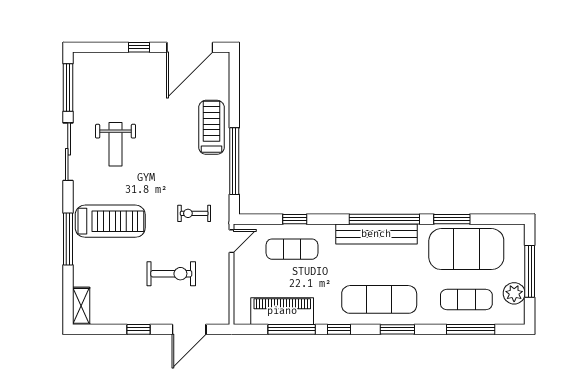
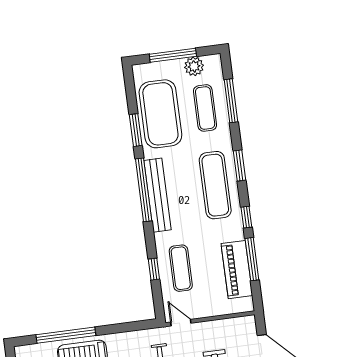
window: (234, 161) -> (66, 335), moved

